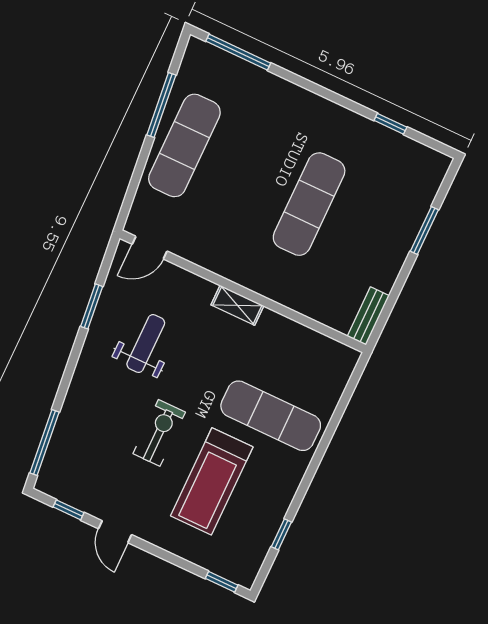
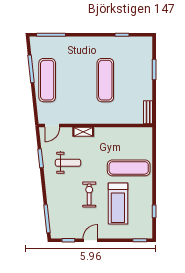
shelving: (237, 305) -> (83, 132), moved
weight bench: (146, 344) -> (68, 163), turned 90
door: (115, 532) -> (90, 240), swing flipped

